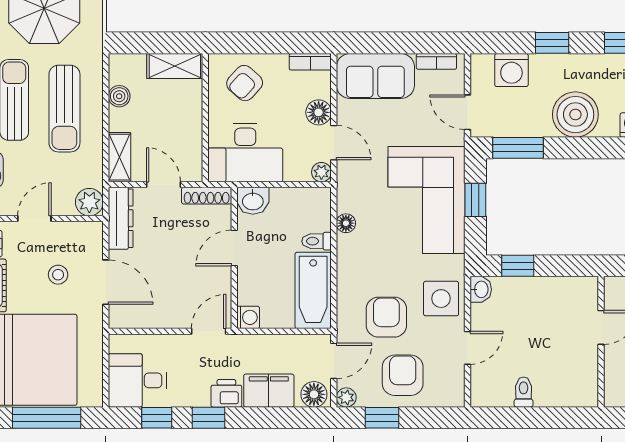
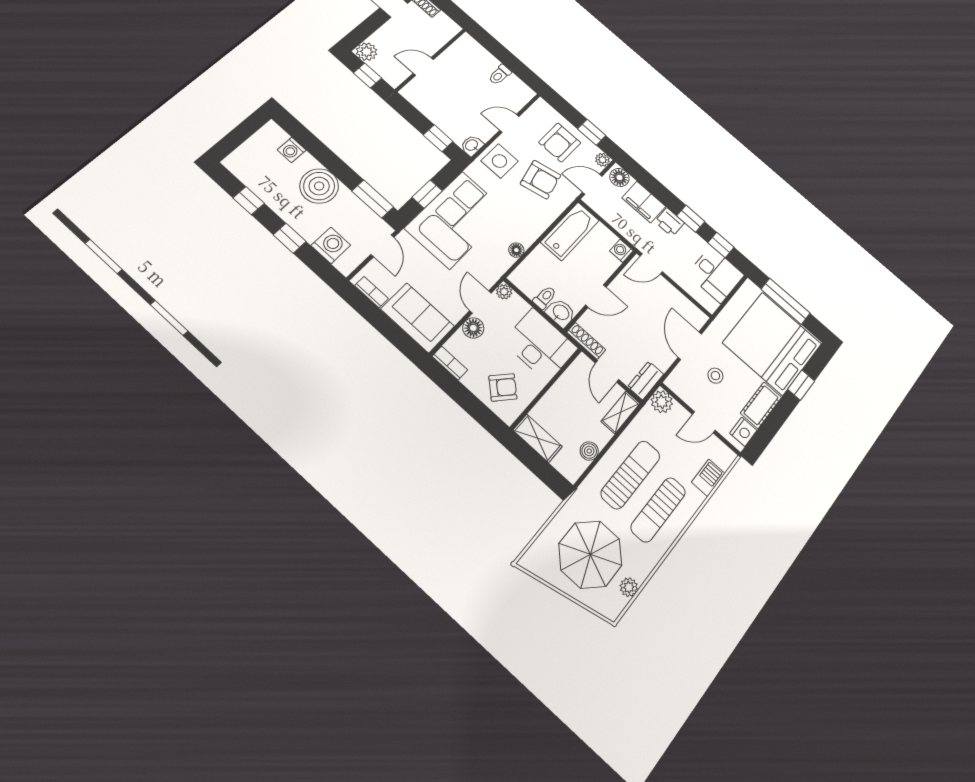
dresser: (121, 218) -> (646, 380), width x0.70
toilet: (317, 241) -> (545, 297), moved, turned -90
armchair: (386, 317) -> (541, 180), turned -103

